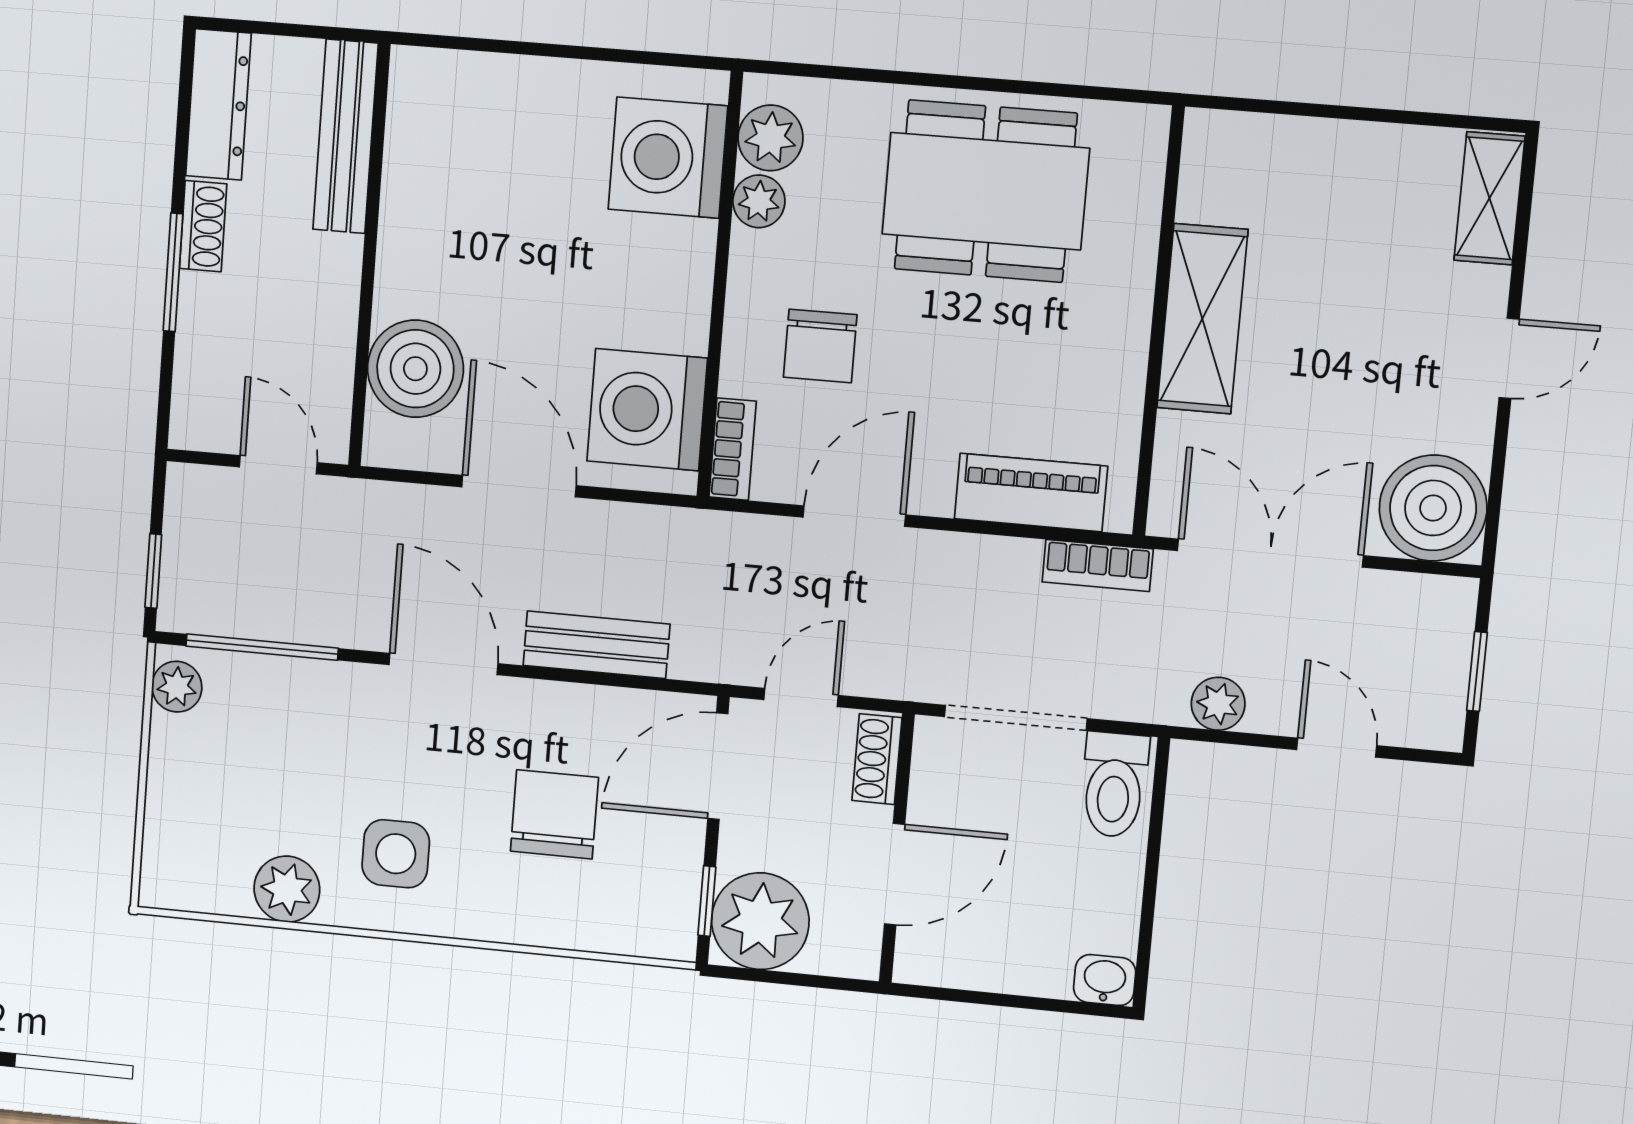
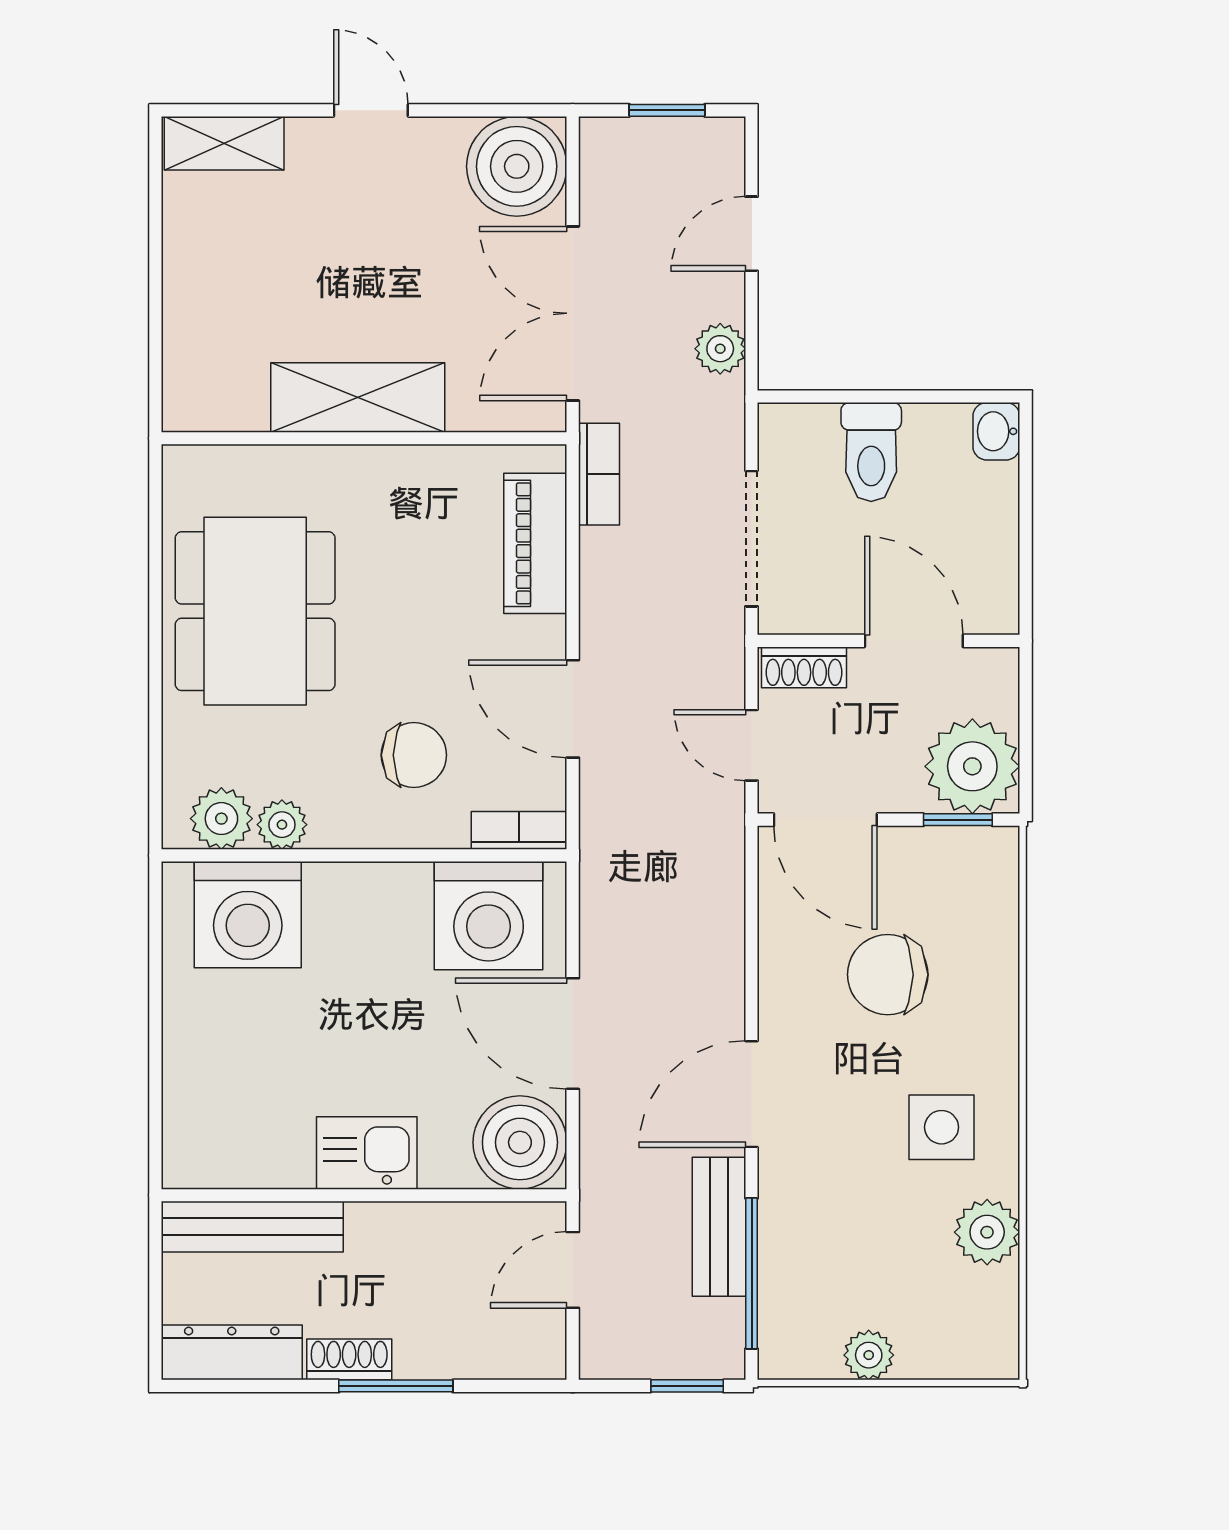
kitchen sink: (412, 262) -> (367, 1153), added
boiler: (415, 369) -> (520, 1142), moved
door: (519, 486) -> (573, 1034), hinge flipped
bench: (596, 645) -> (719, 1227), moved
plant: (177, 687) -> (869, 1355), moved
toilet: (1114, 785) -> (871, 452), moved, turned 90

